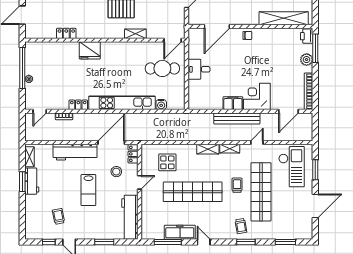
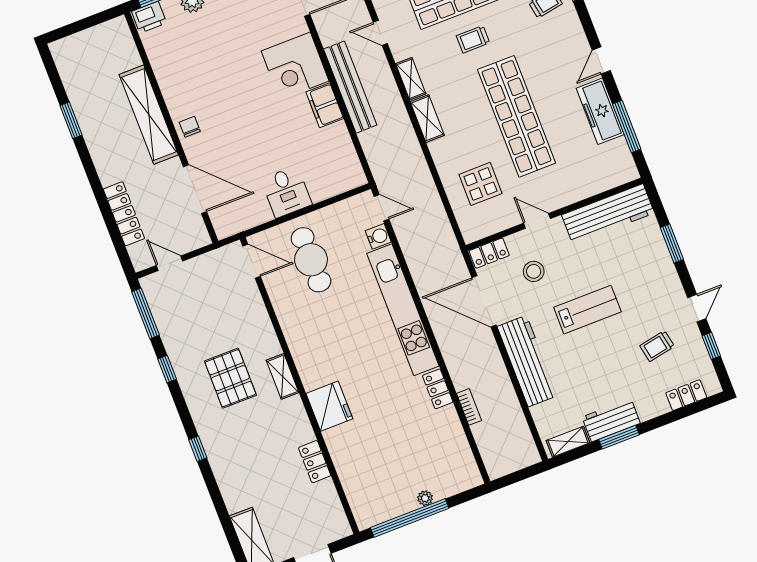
shelving: (284, 18) -> (149, 115), moved
shelving: (135, 34) -> (283, 376), moved
door: (40, 111) -> (381, 208), moved
locker: (30, 221) -> (686, 395), added

